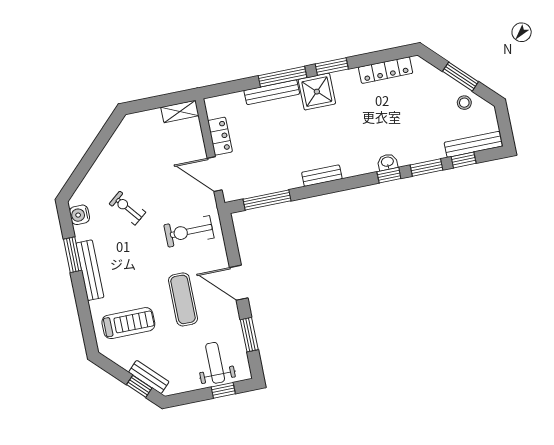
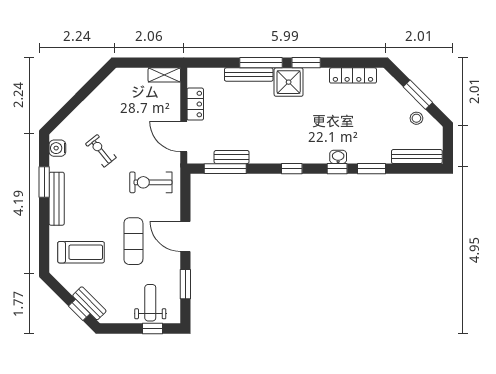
window: (464, 160) -> (292, 169), moved
bench: (322, 176) -> (232, 157), moved

